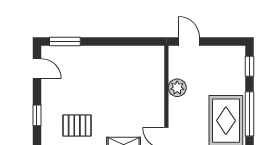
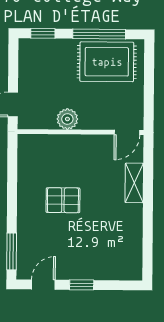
window: (37, 115) -> (82, 285), moved
pallet: (77, 126) -> (63, 200), moved, turned 90

